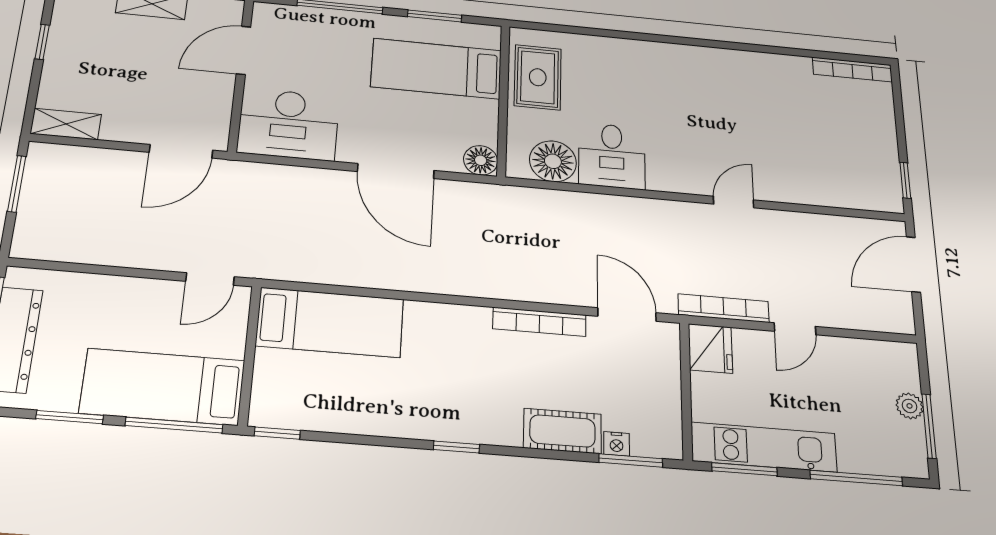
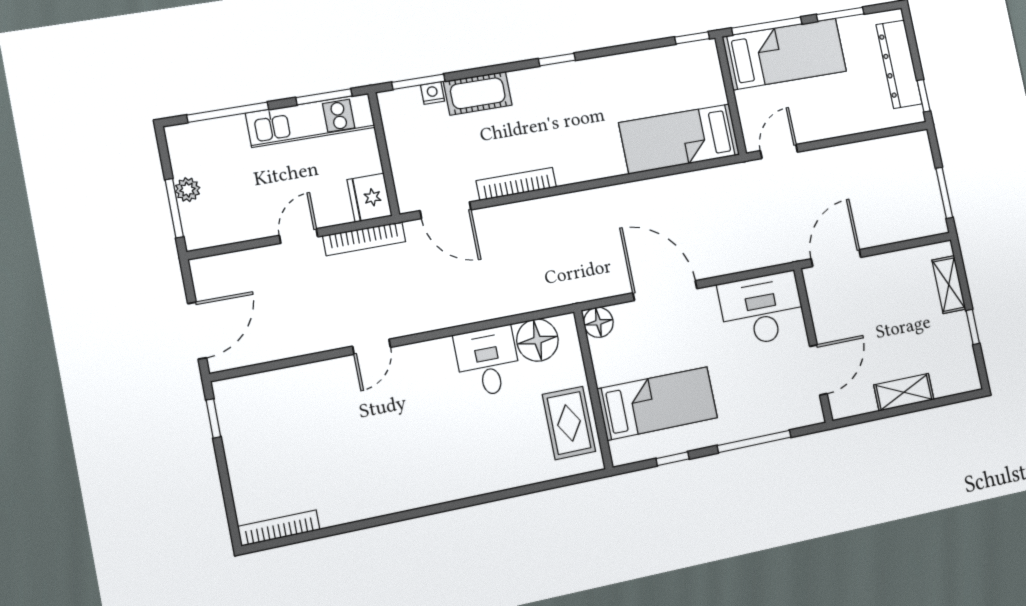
window: (435, 16) -> (673, 459), width x0.67
shelving: (66, 124) -> (949, 285), moved, turned 90
window: (929, 426) -> (174, 208), moved

